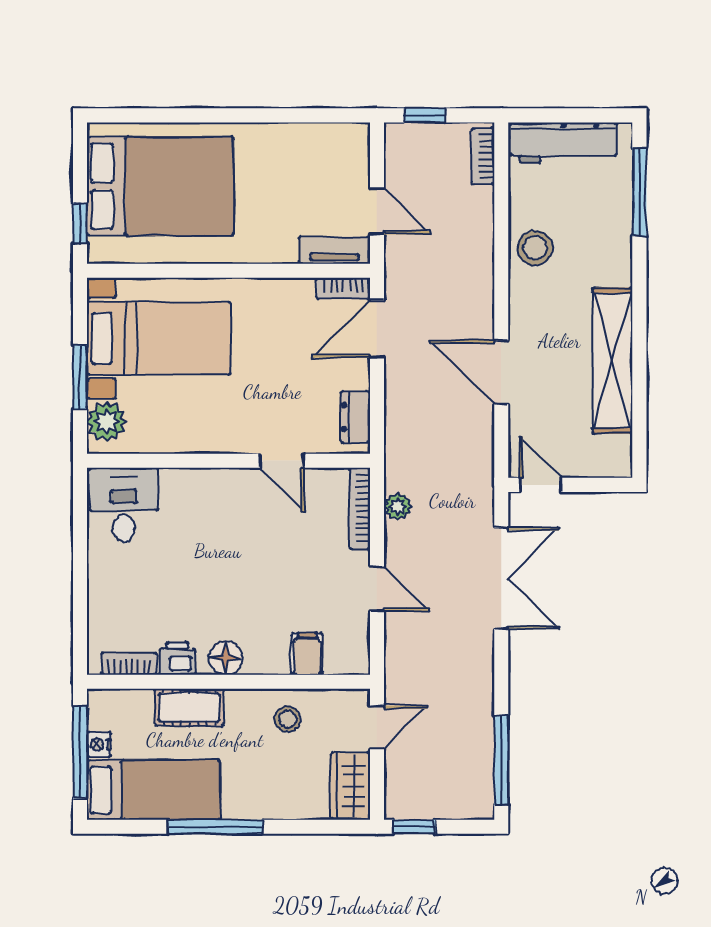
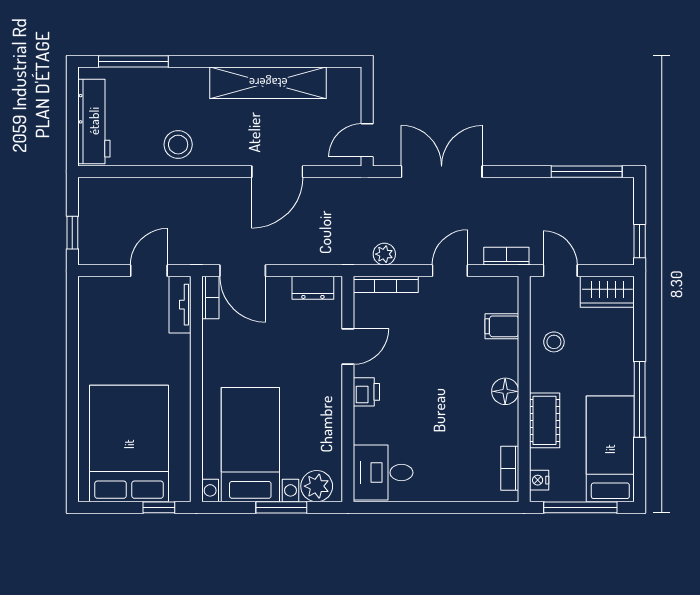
bookcase: (483, 156) -> (506, 256), moved, turned 180
printer: (177, 659) -> (366, 392), moved, turned 180
nightstand: (99, 745) -> (539, 480), moved, turned 90

